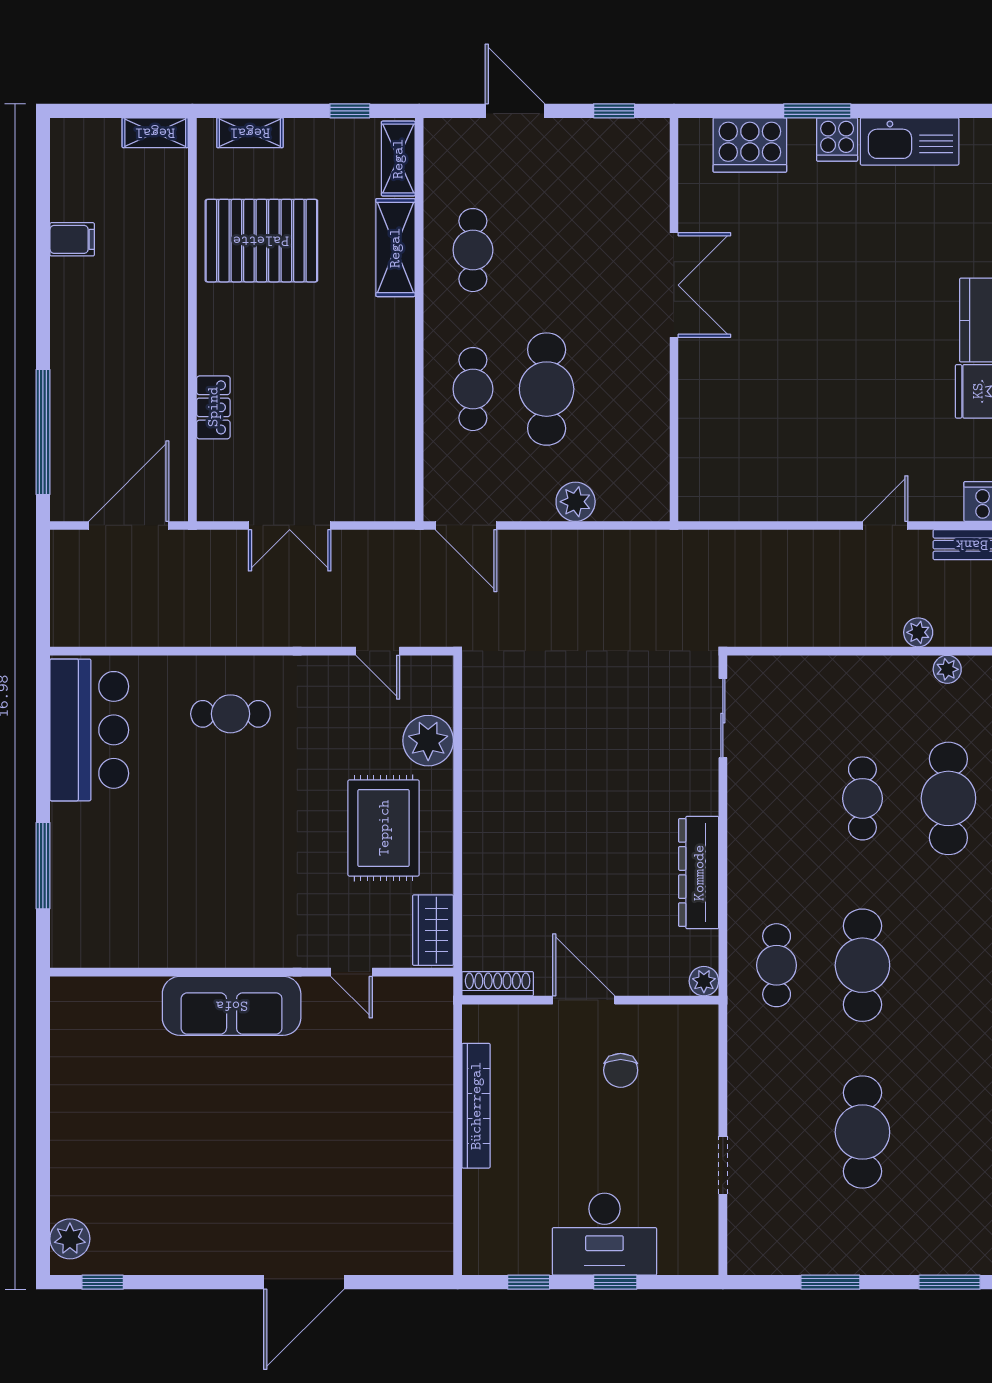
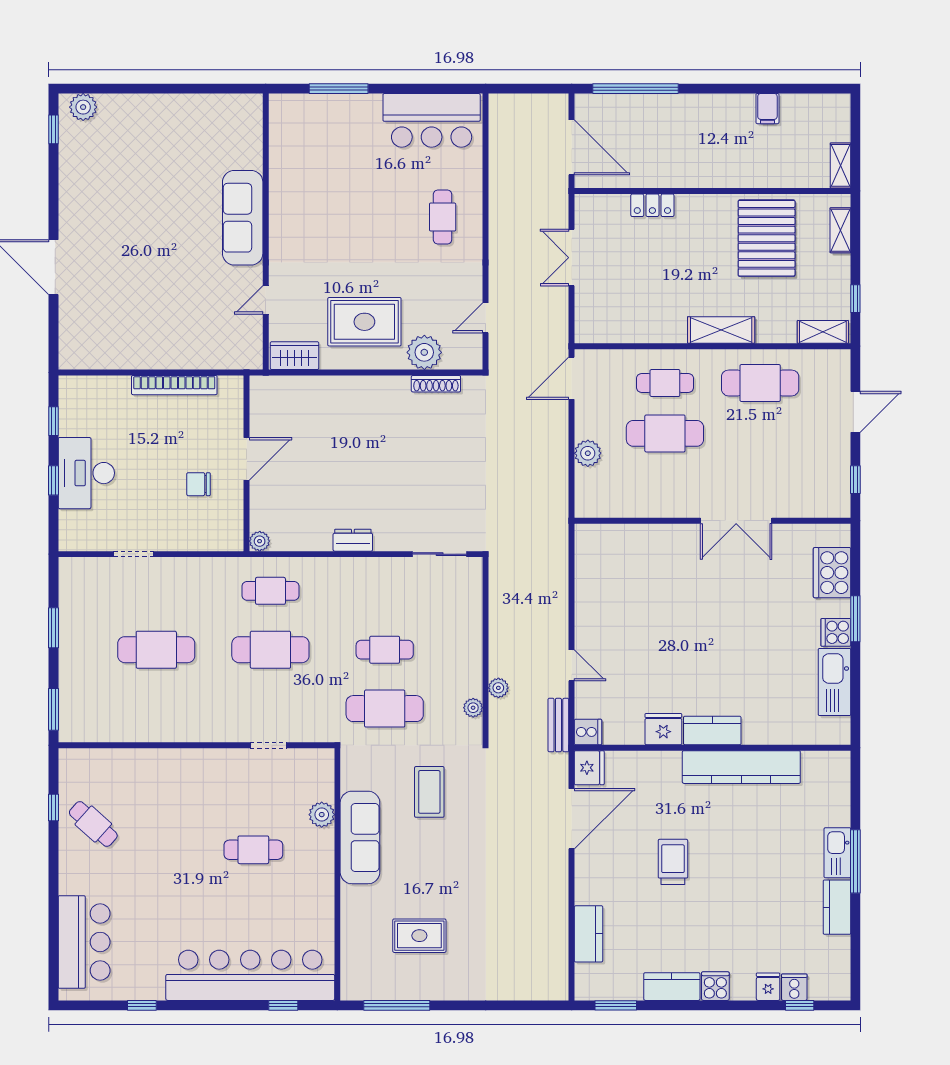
shelving: (395, 248) -> (721, 330), moved
cafe table: (473, 250) -> (760, 383), width x1.37, depth x1.35
dresser: (699, 873) -> (353, 540), width x0.51, depth x0.80
shoe rack: (498, 984) -> (436, 384), moved, turned 90

